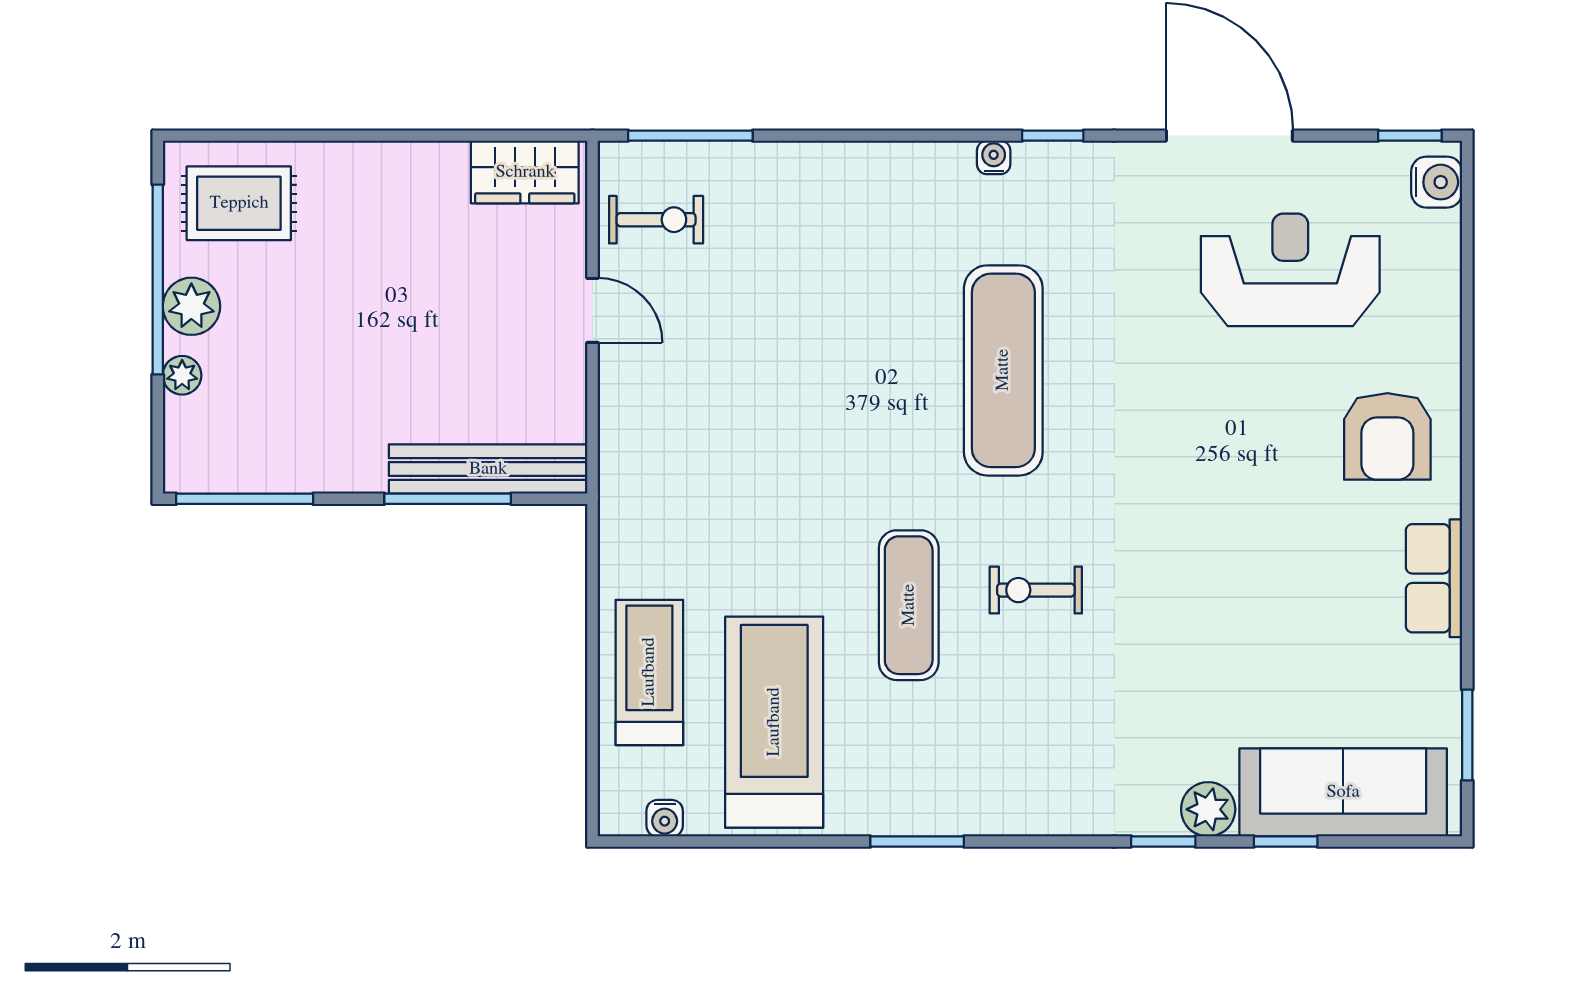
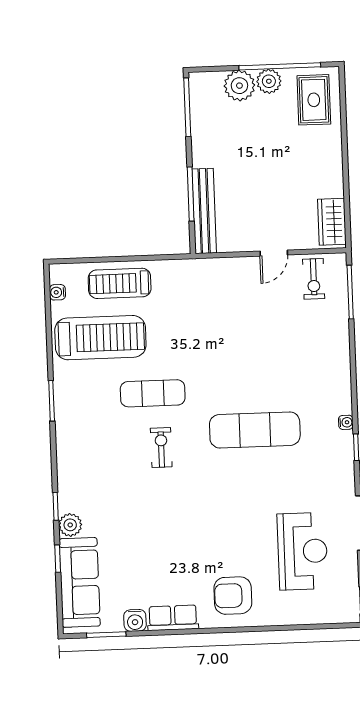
water cooler: (1437, 182) -> (135, 620), moved
plant: (182, 375) -> (239, 86), width x1.88, depth x1.88
treadmill: (649, 672) -> (120, 283), turned 180

